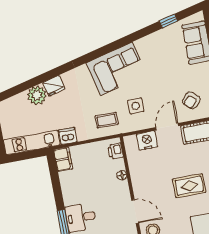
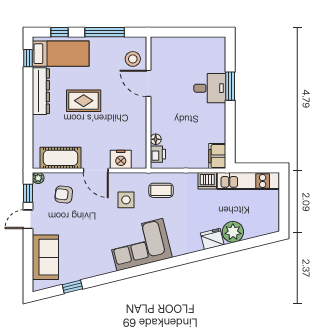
armchair: (191, 100) -> (64, 195), turned -126
door: (167, 127) -> (96, 171), hinge flipped
floor lamp: (122, 175) -> (156, 139), moved

